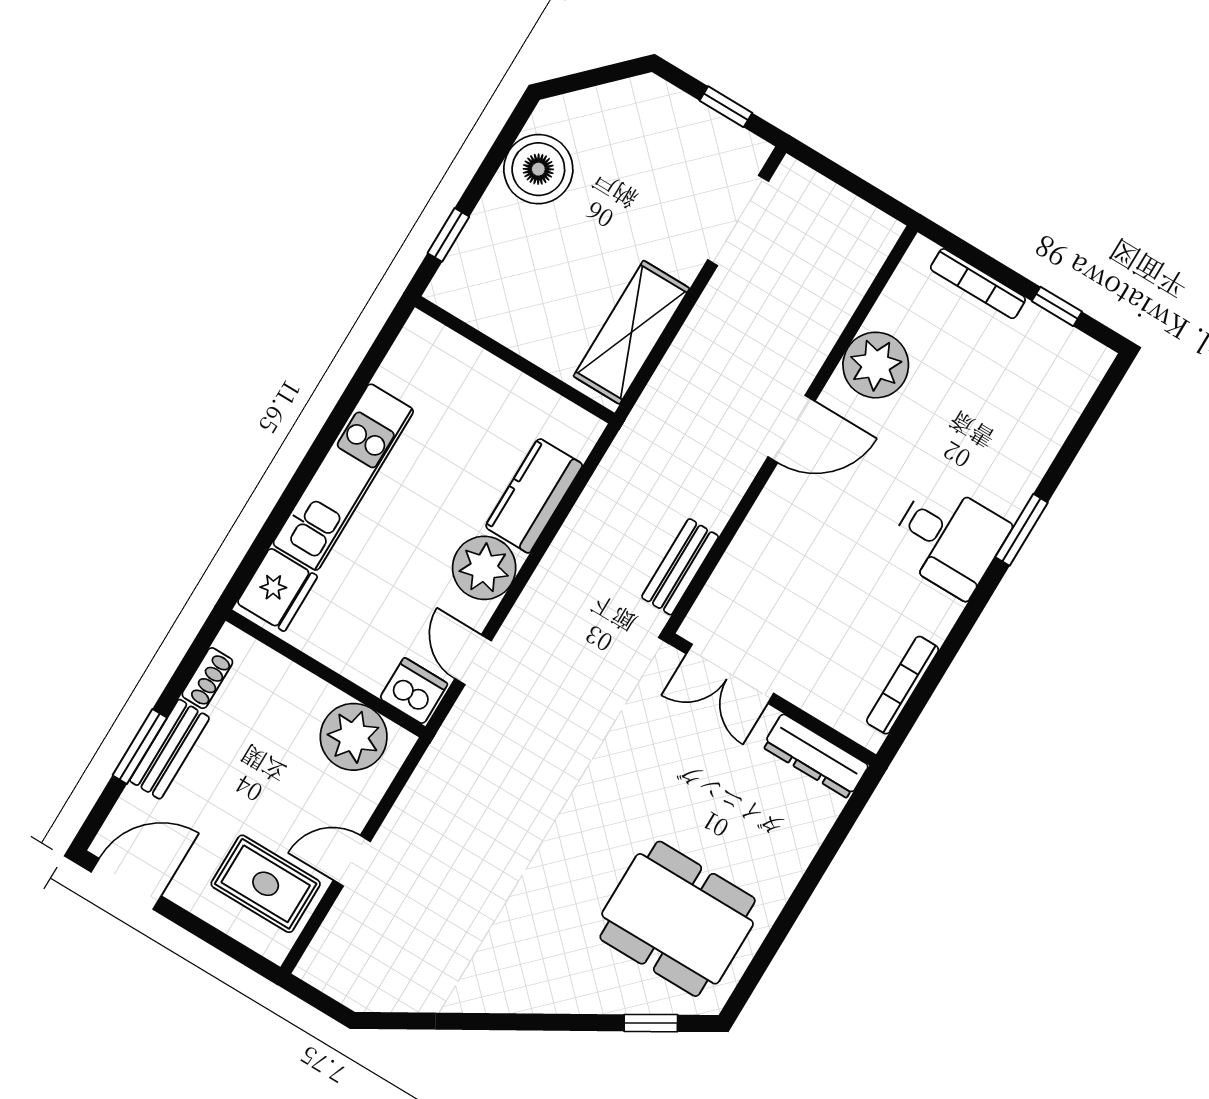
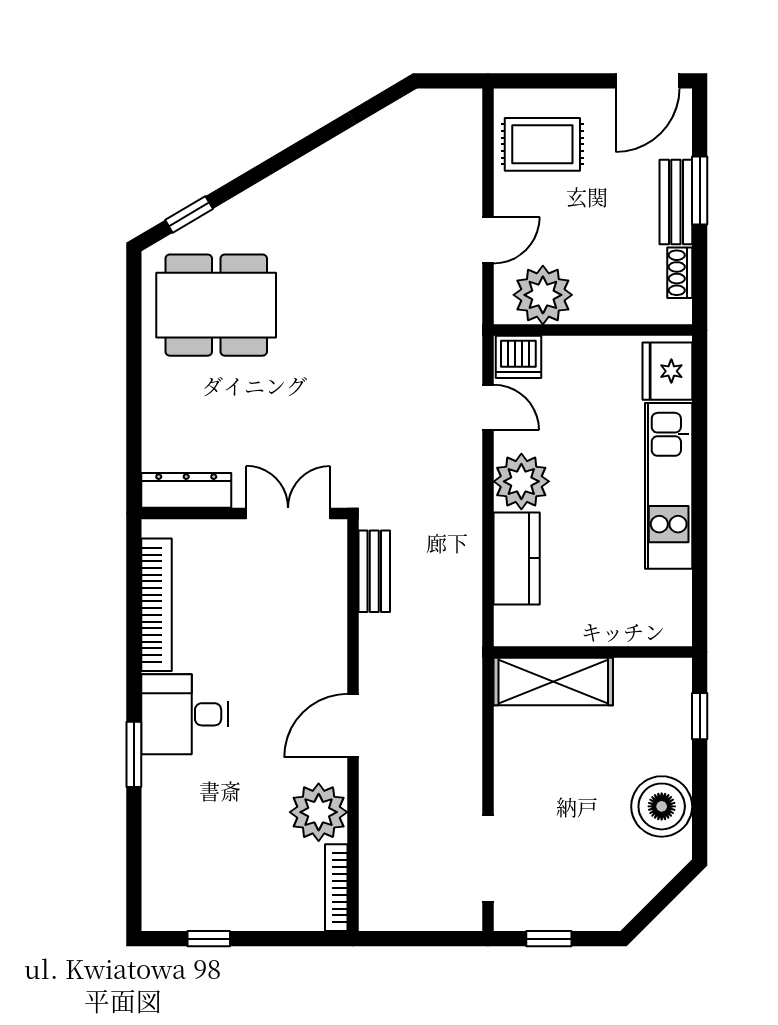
bookcase: (978, 284) -> (336, 888), moved, turned -90
shelving: (631, 332) -> (553, 682), moved, turned 90
bookcase: (903, 685) -> (156, 605), width x1.48, depth x1.31
door: (352, 861) -> (488, 240), moved

